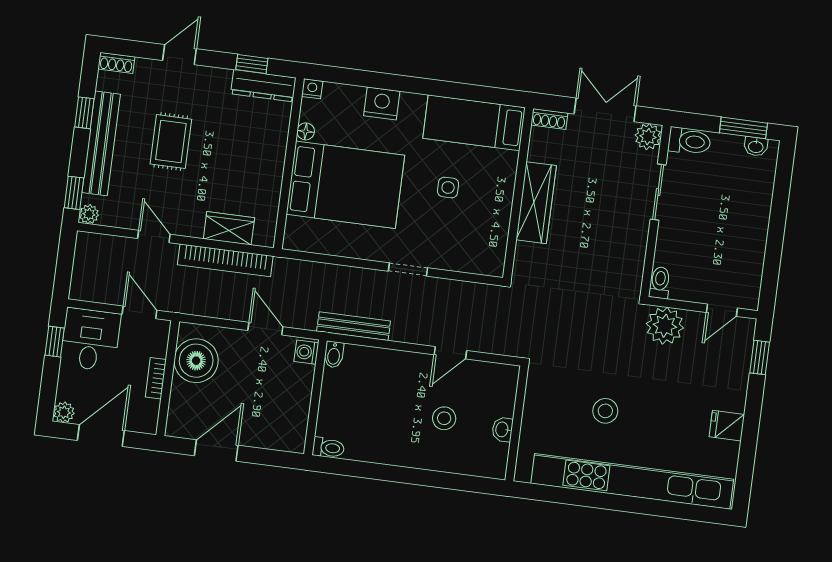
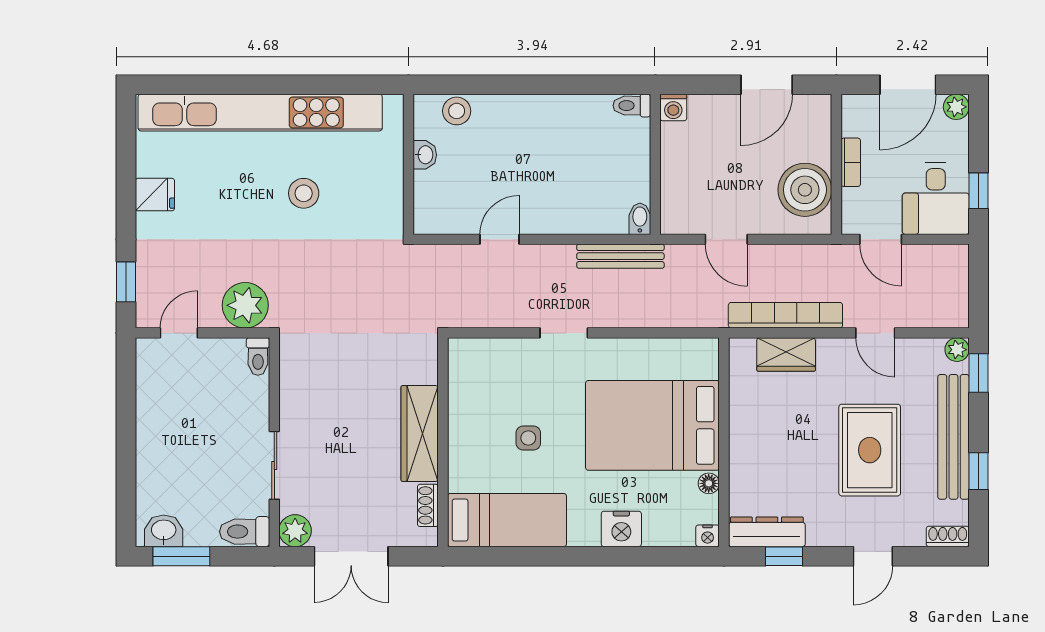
shoe rack: (549, 119) -> (428, 505), moved, turned -90
rug: (171, 142) -> (870, 450), width x1.36, depth x1.43
washbasin: (756, 146) -> (164, 531), width x1.38, depth x1.45
washing machine: (306, 352) -> (673, 107), moved, turned 90
stool: (444, 418) -> (457, 111), moved

